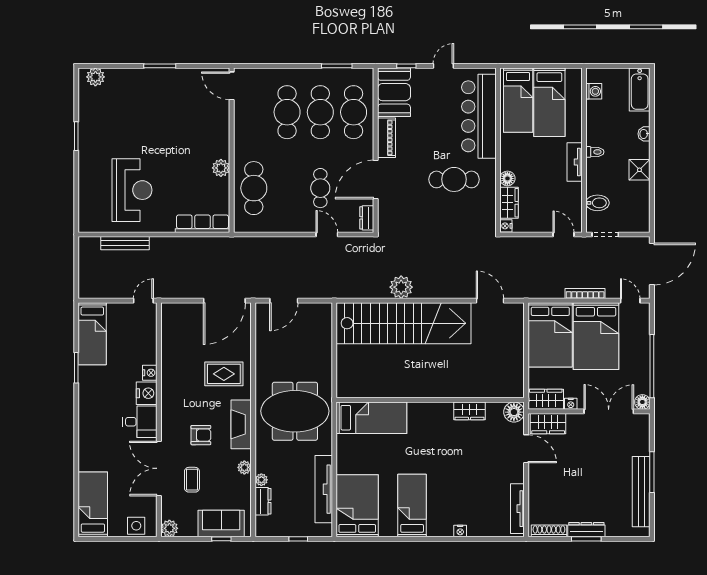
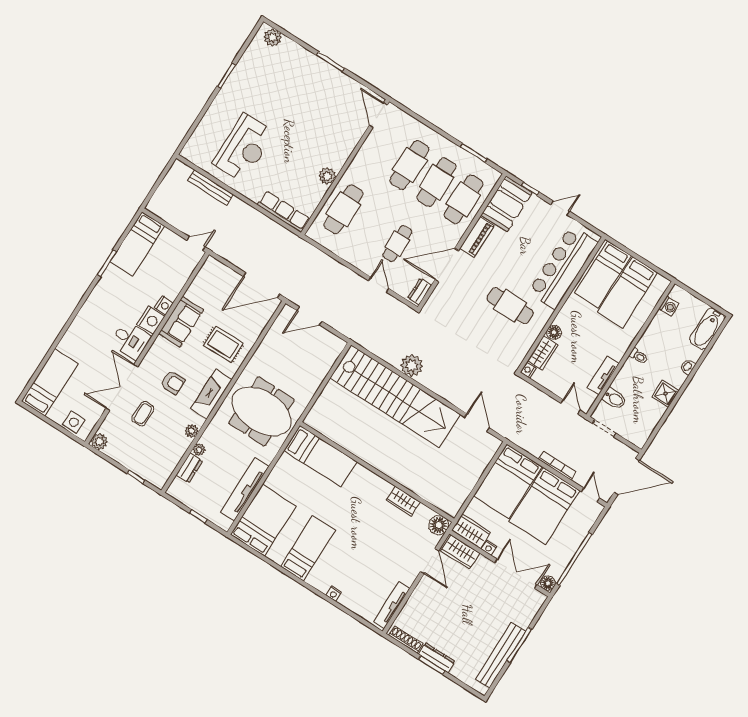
tv unit: (575, 162) -> (603, 375), moved
sofa: (221, 523) -> (181, 322), moved, turned 90

